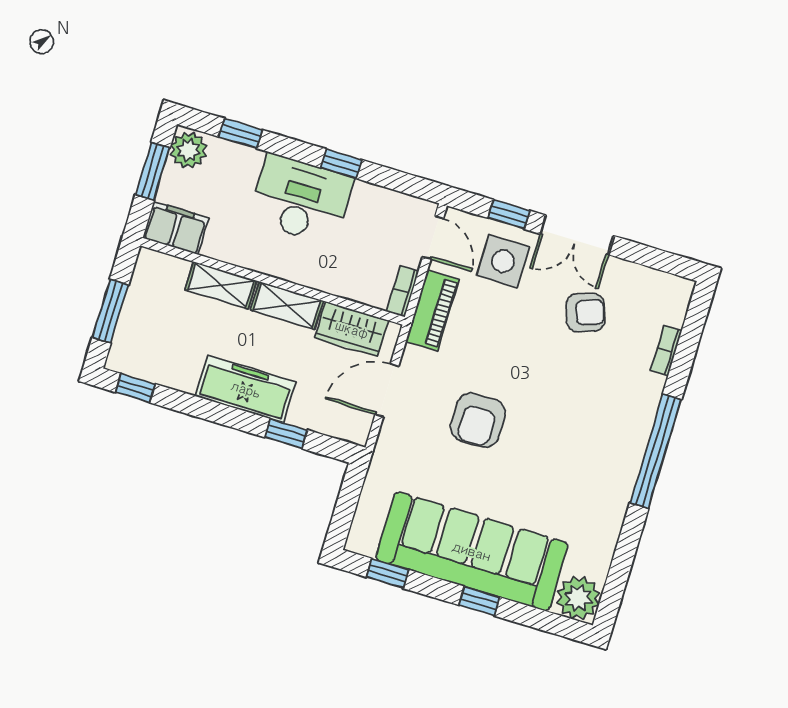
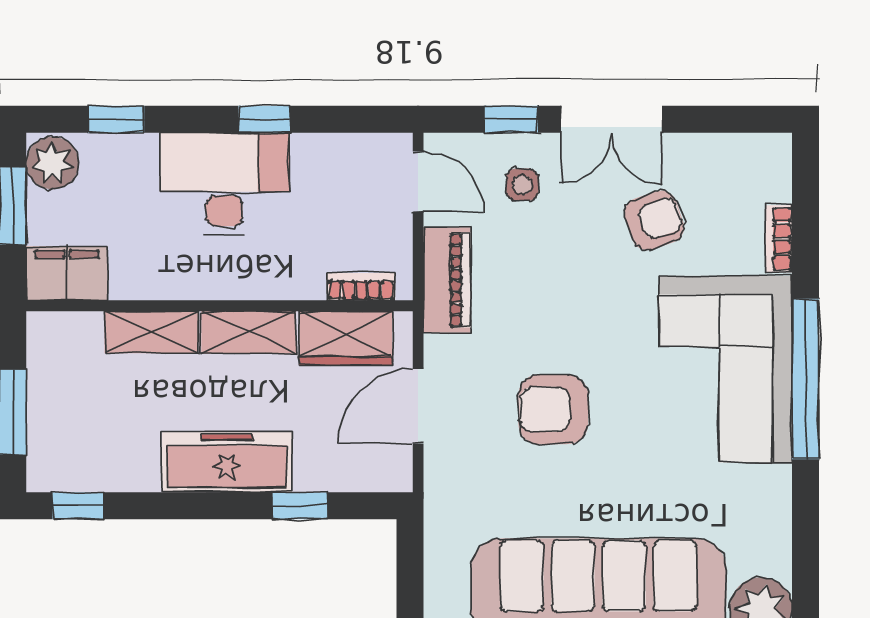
side table: (503, 261) -> (522, 185), width x0.54, depth x0.54
bookcase: (403, 291) -> (361, 287), moved, turned 90
armchair: (478, 420) -> (553, 409), turned 90
corner sofa: (603, 428) -> (726, 369), added

